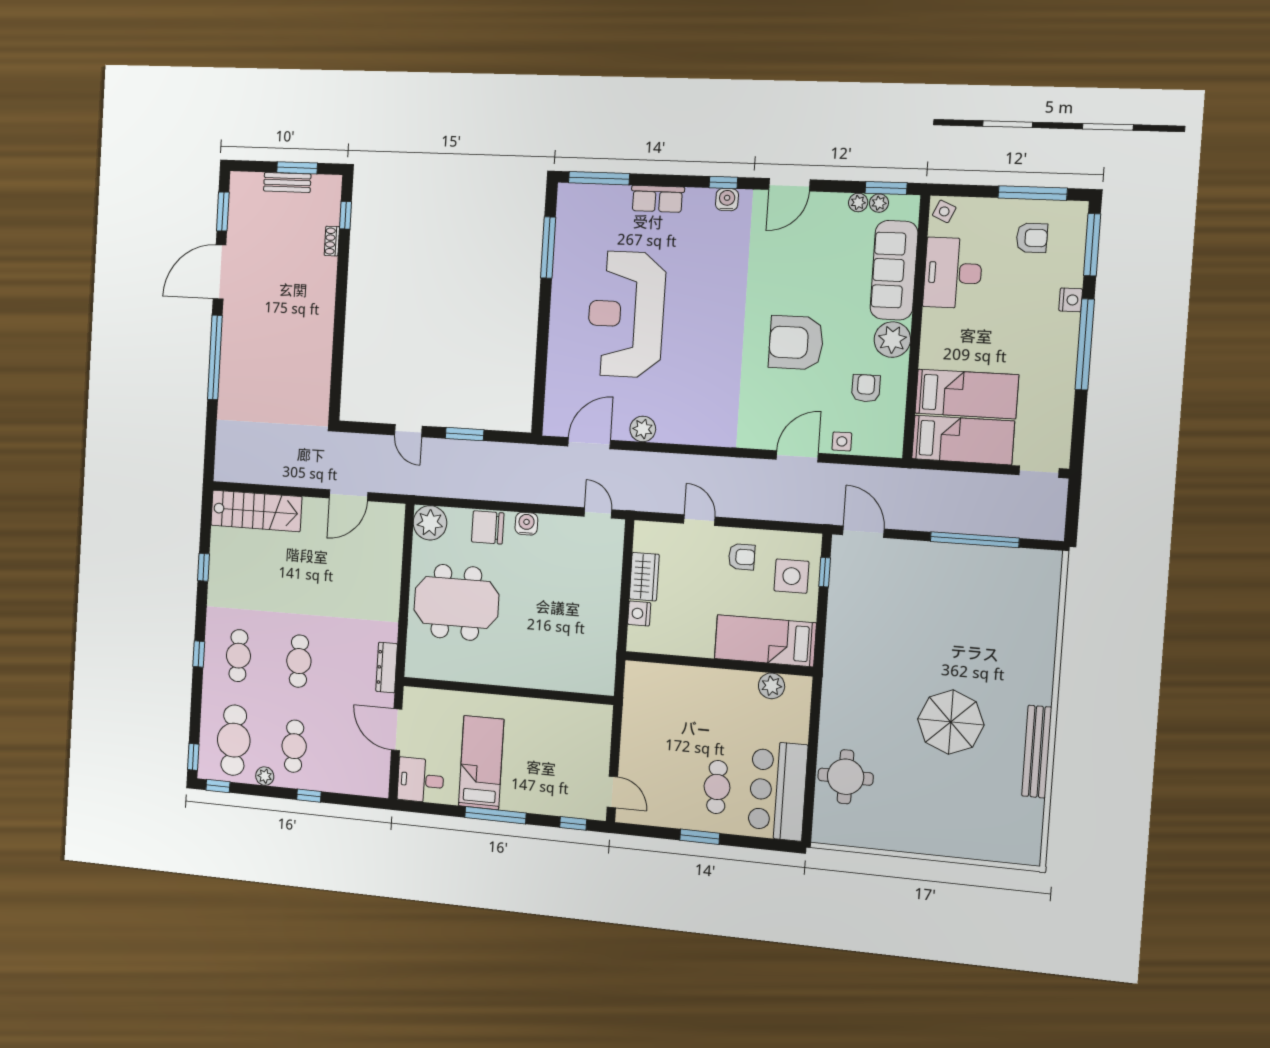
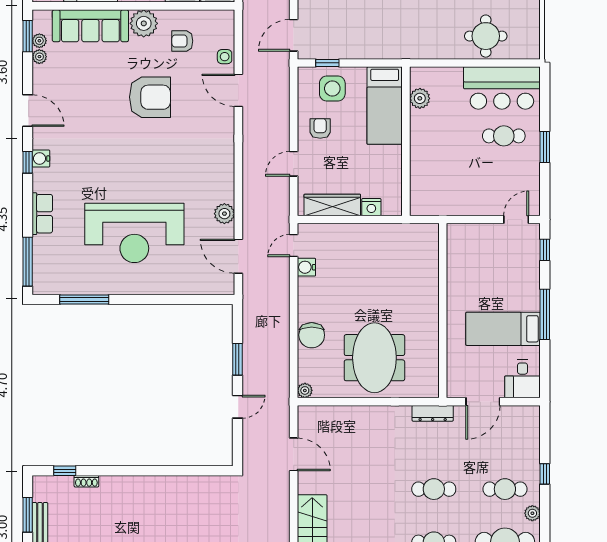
armchair: (796, 343) -> (150, 97), turned -90
plant: (430, 523) -> (305, 390), width x0.53, depth x0.53
water cooler: (526, 524) -> (306, 267), moved
wardrobe: (644, 577) -> (332, 205), width x1.50

